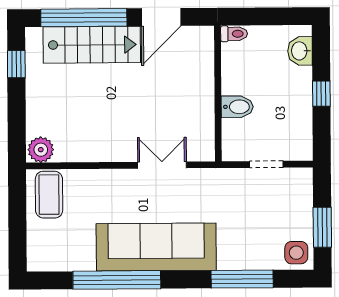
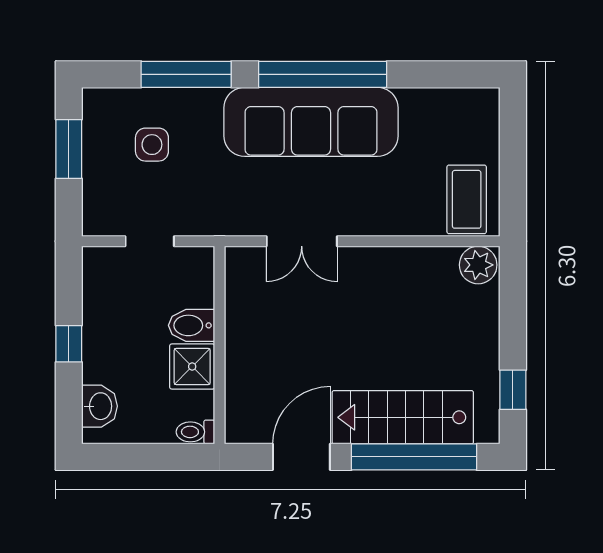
shower: (237, 79) -> (192, 367), added
side table: (296, 253) -> (152, 145), moved
window: (117, 280) -> (323, 74), moved

